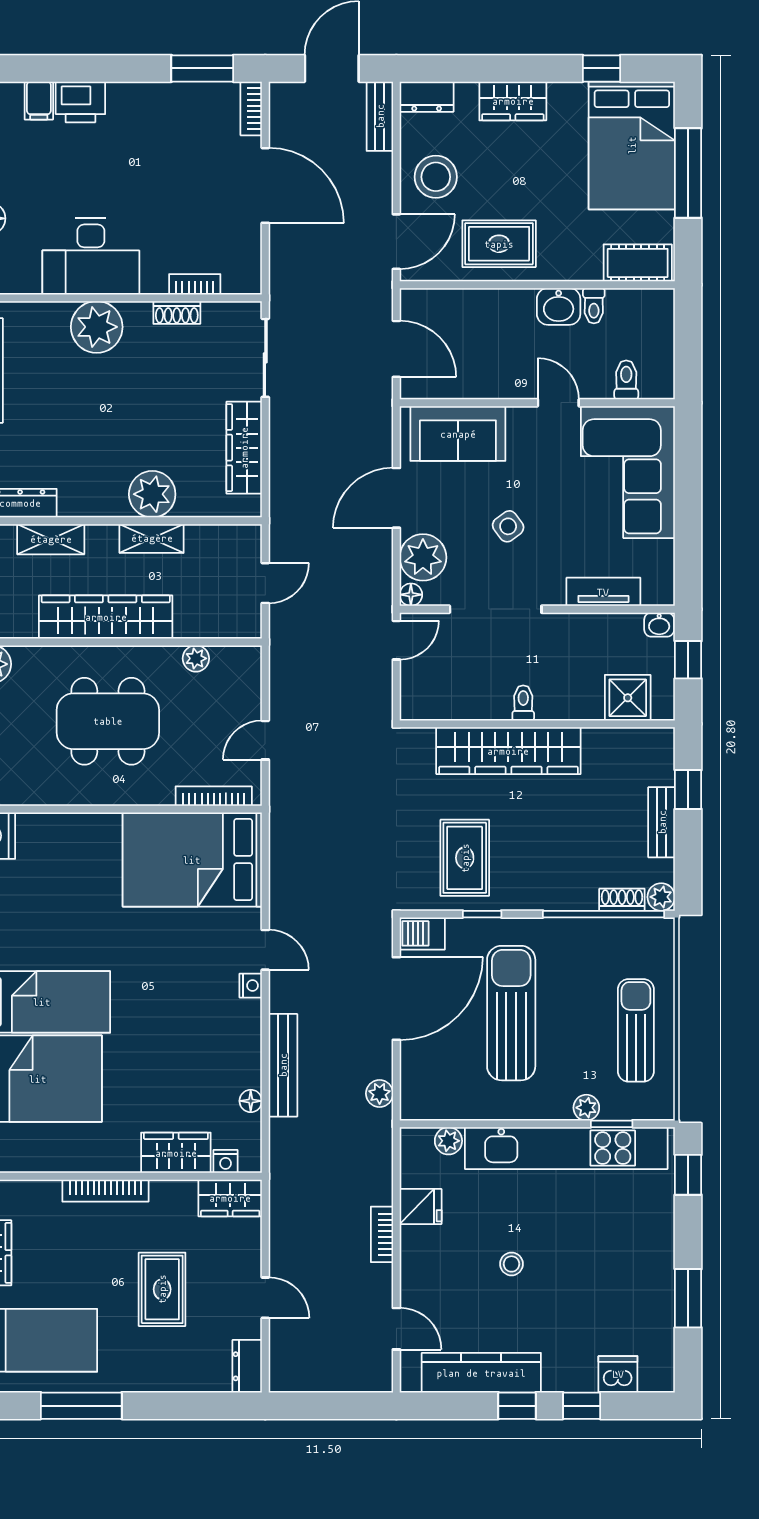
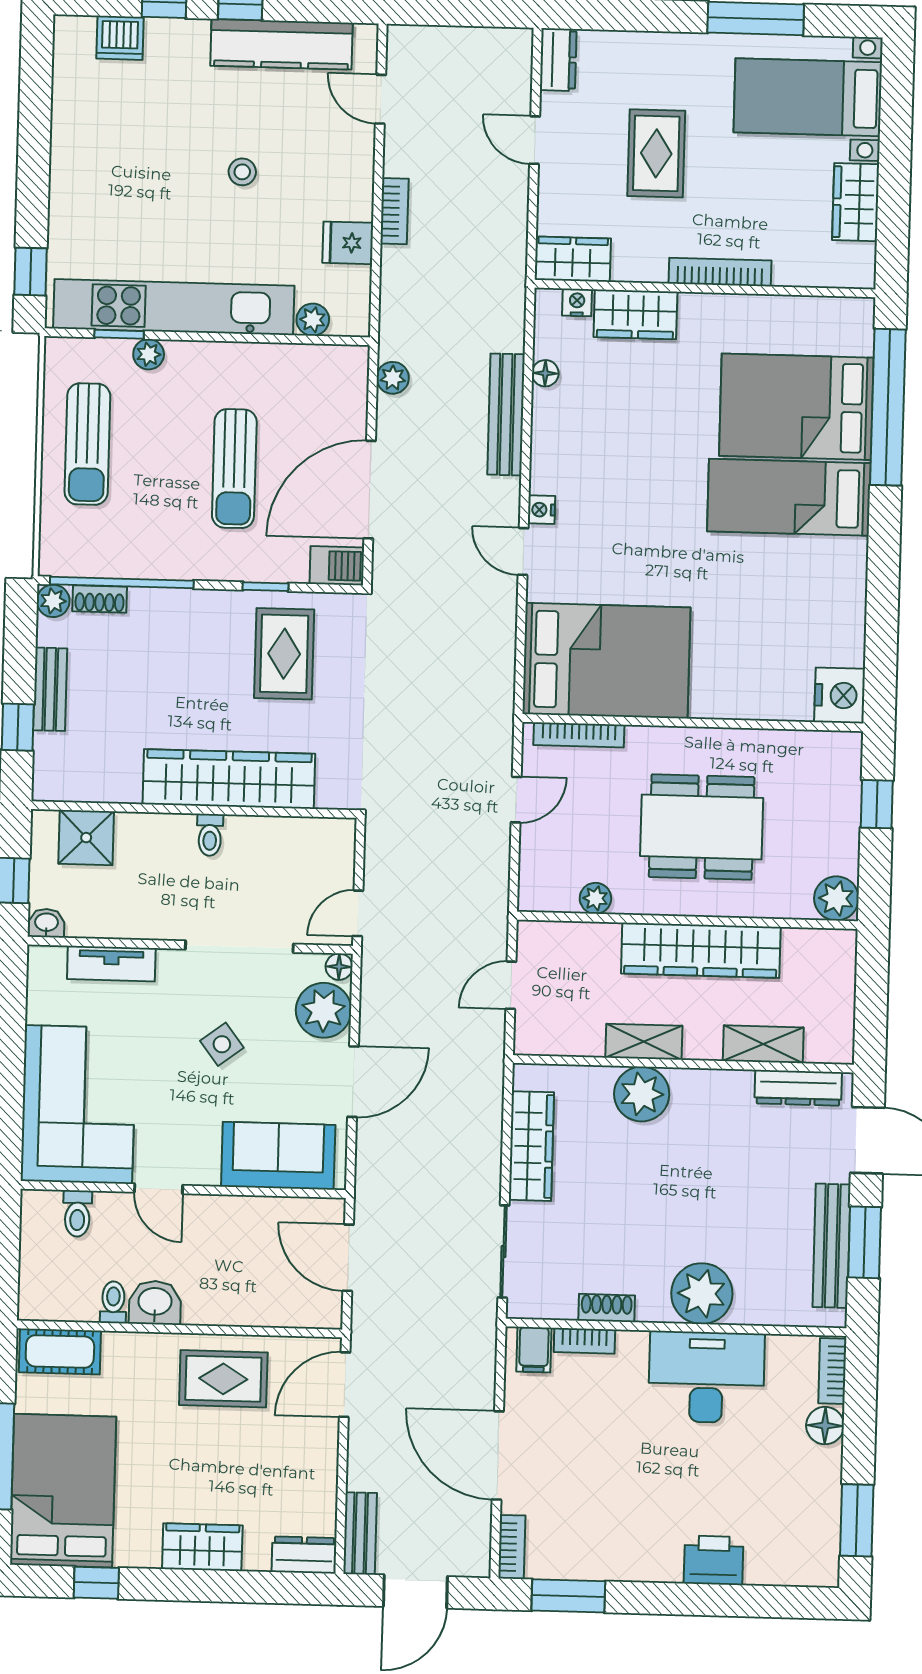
filing cabinet: (39, 101) -> (534, 1350), moved, turned 180
stool: (436, 177) -> (296, 1460), removed
sun lounger: (511, 1013) -> (234, 469), width x0.73, depth x0.75
window: (688, 1298) -> (35, 126), removed

